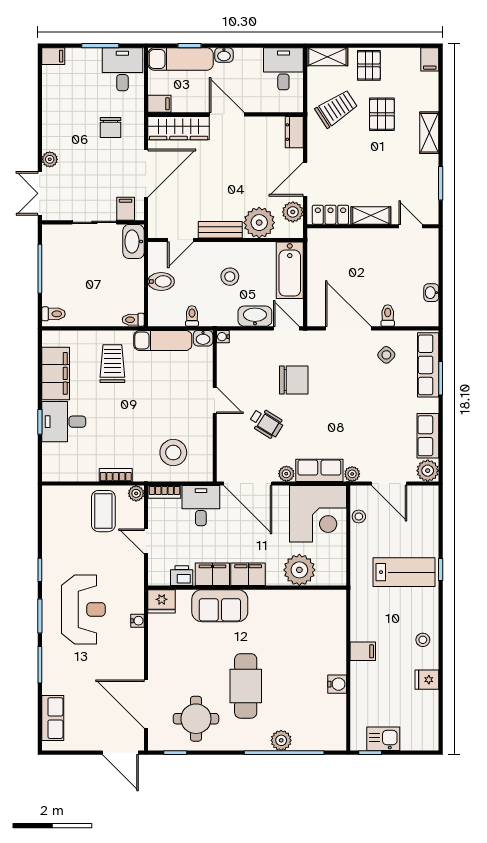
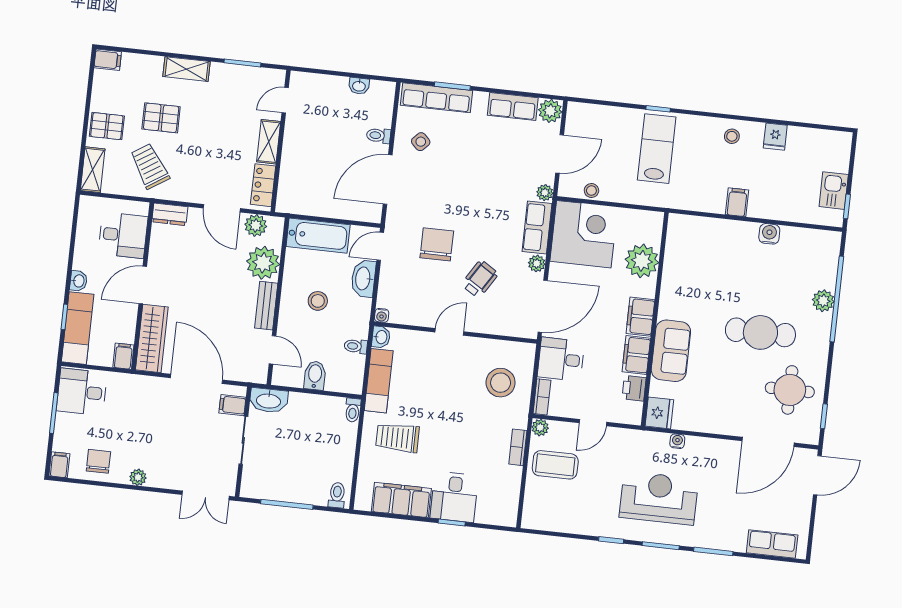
desk: (283, 69) -> (123, 235), moved, turned 180
chair: (110, 127) -> (98, 461), moved, turned -90
plant: (50, 159) -> (138, 477), moved

